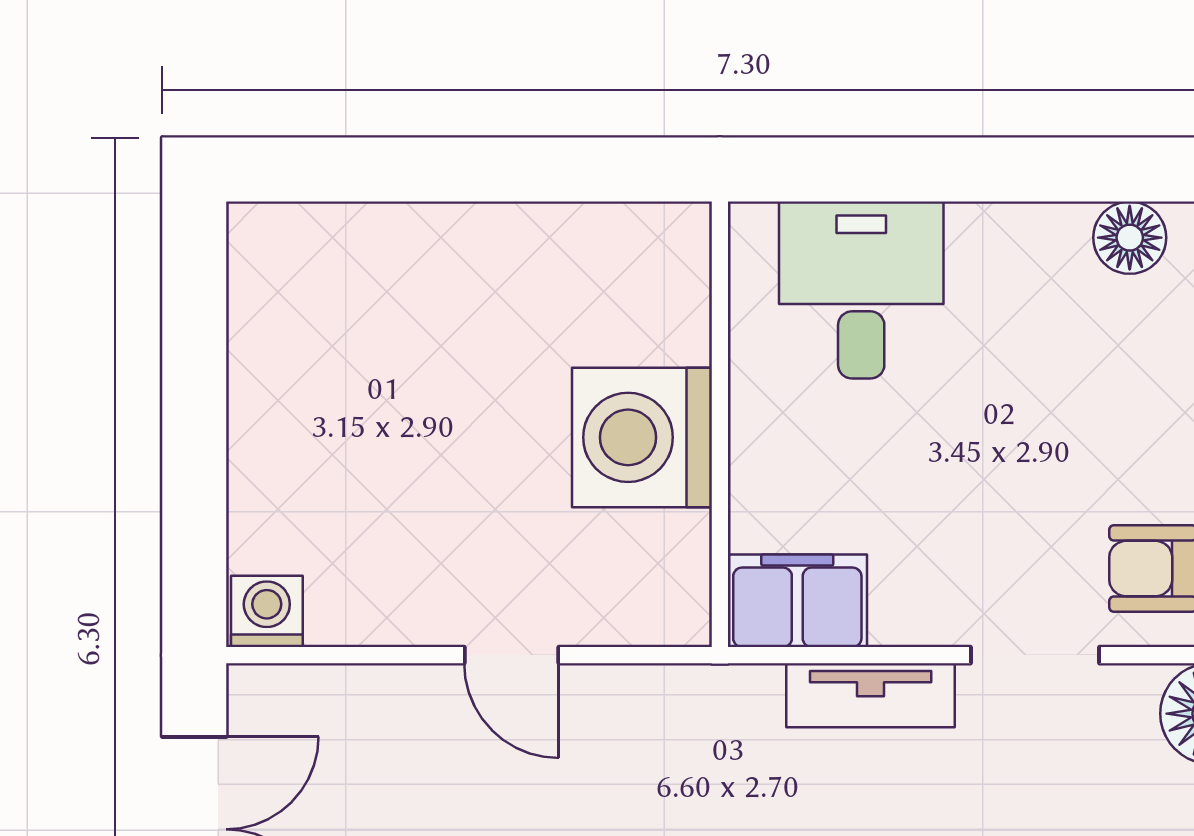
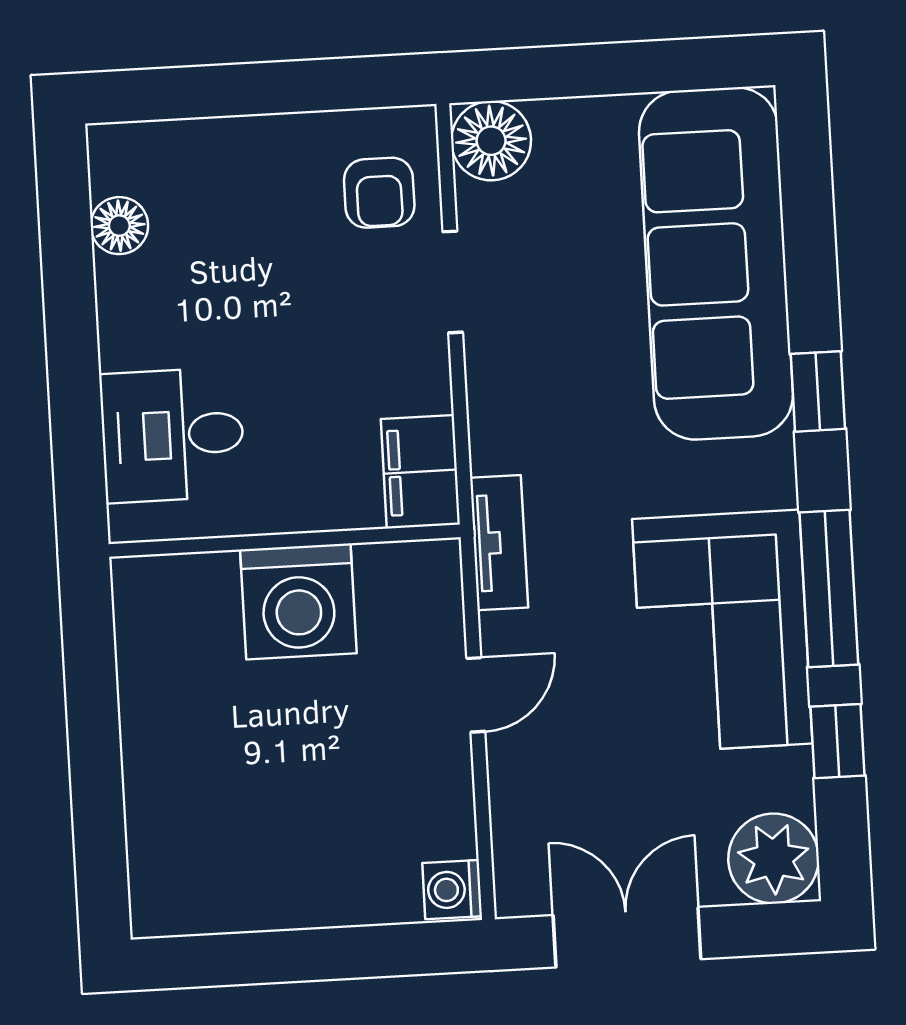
tv unit: (871, 695) -> (499, 543), moved

